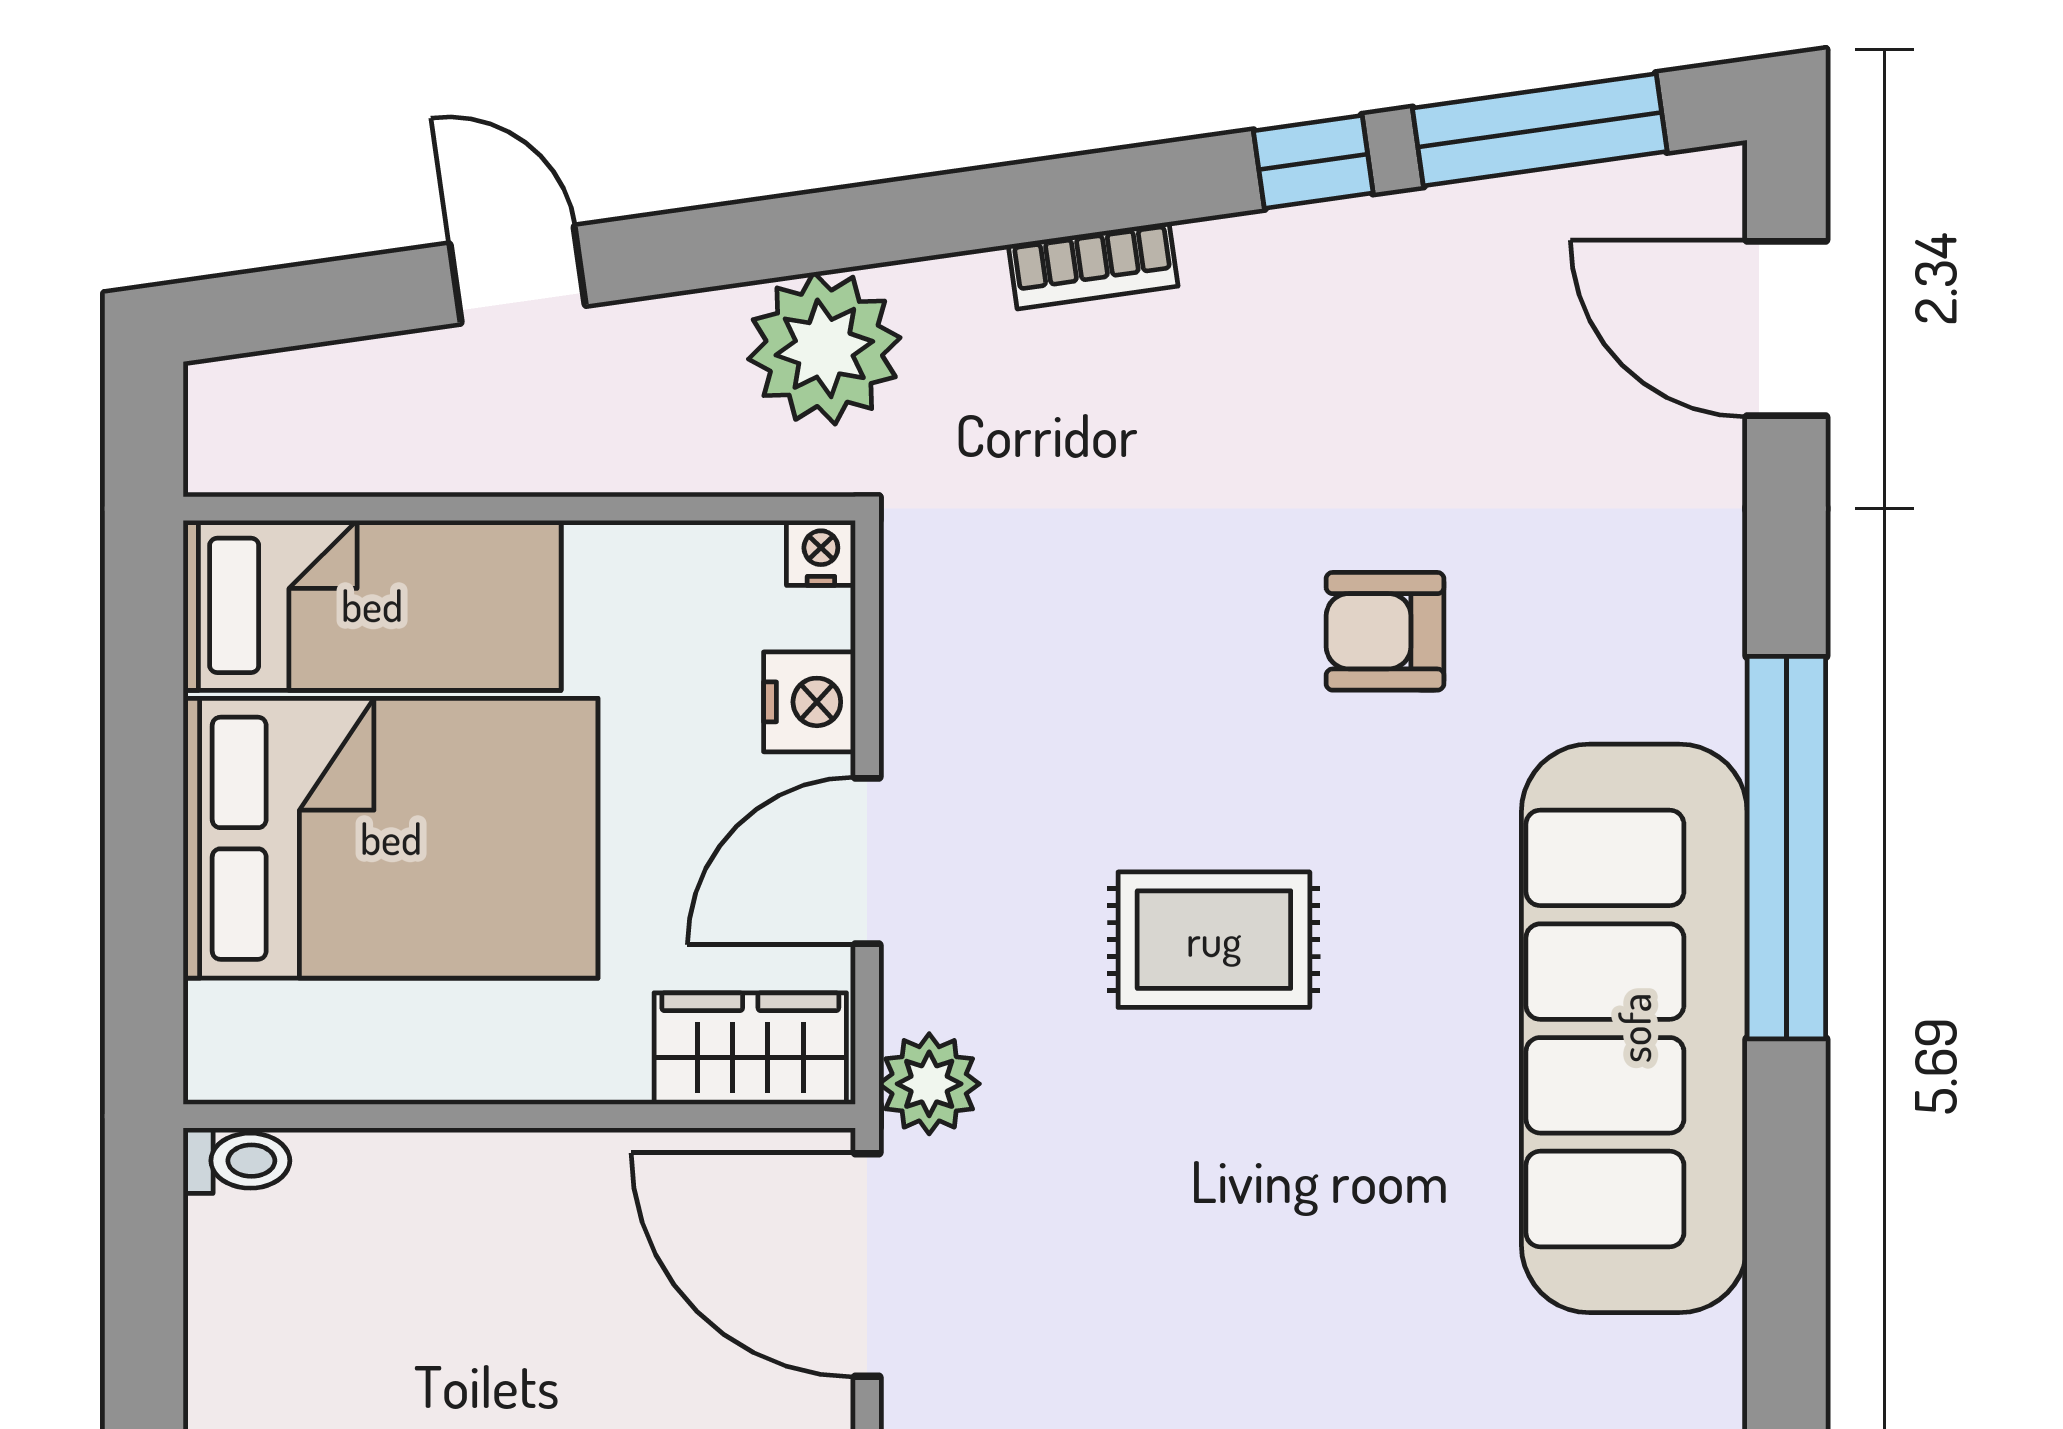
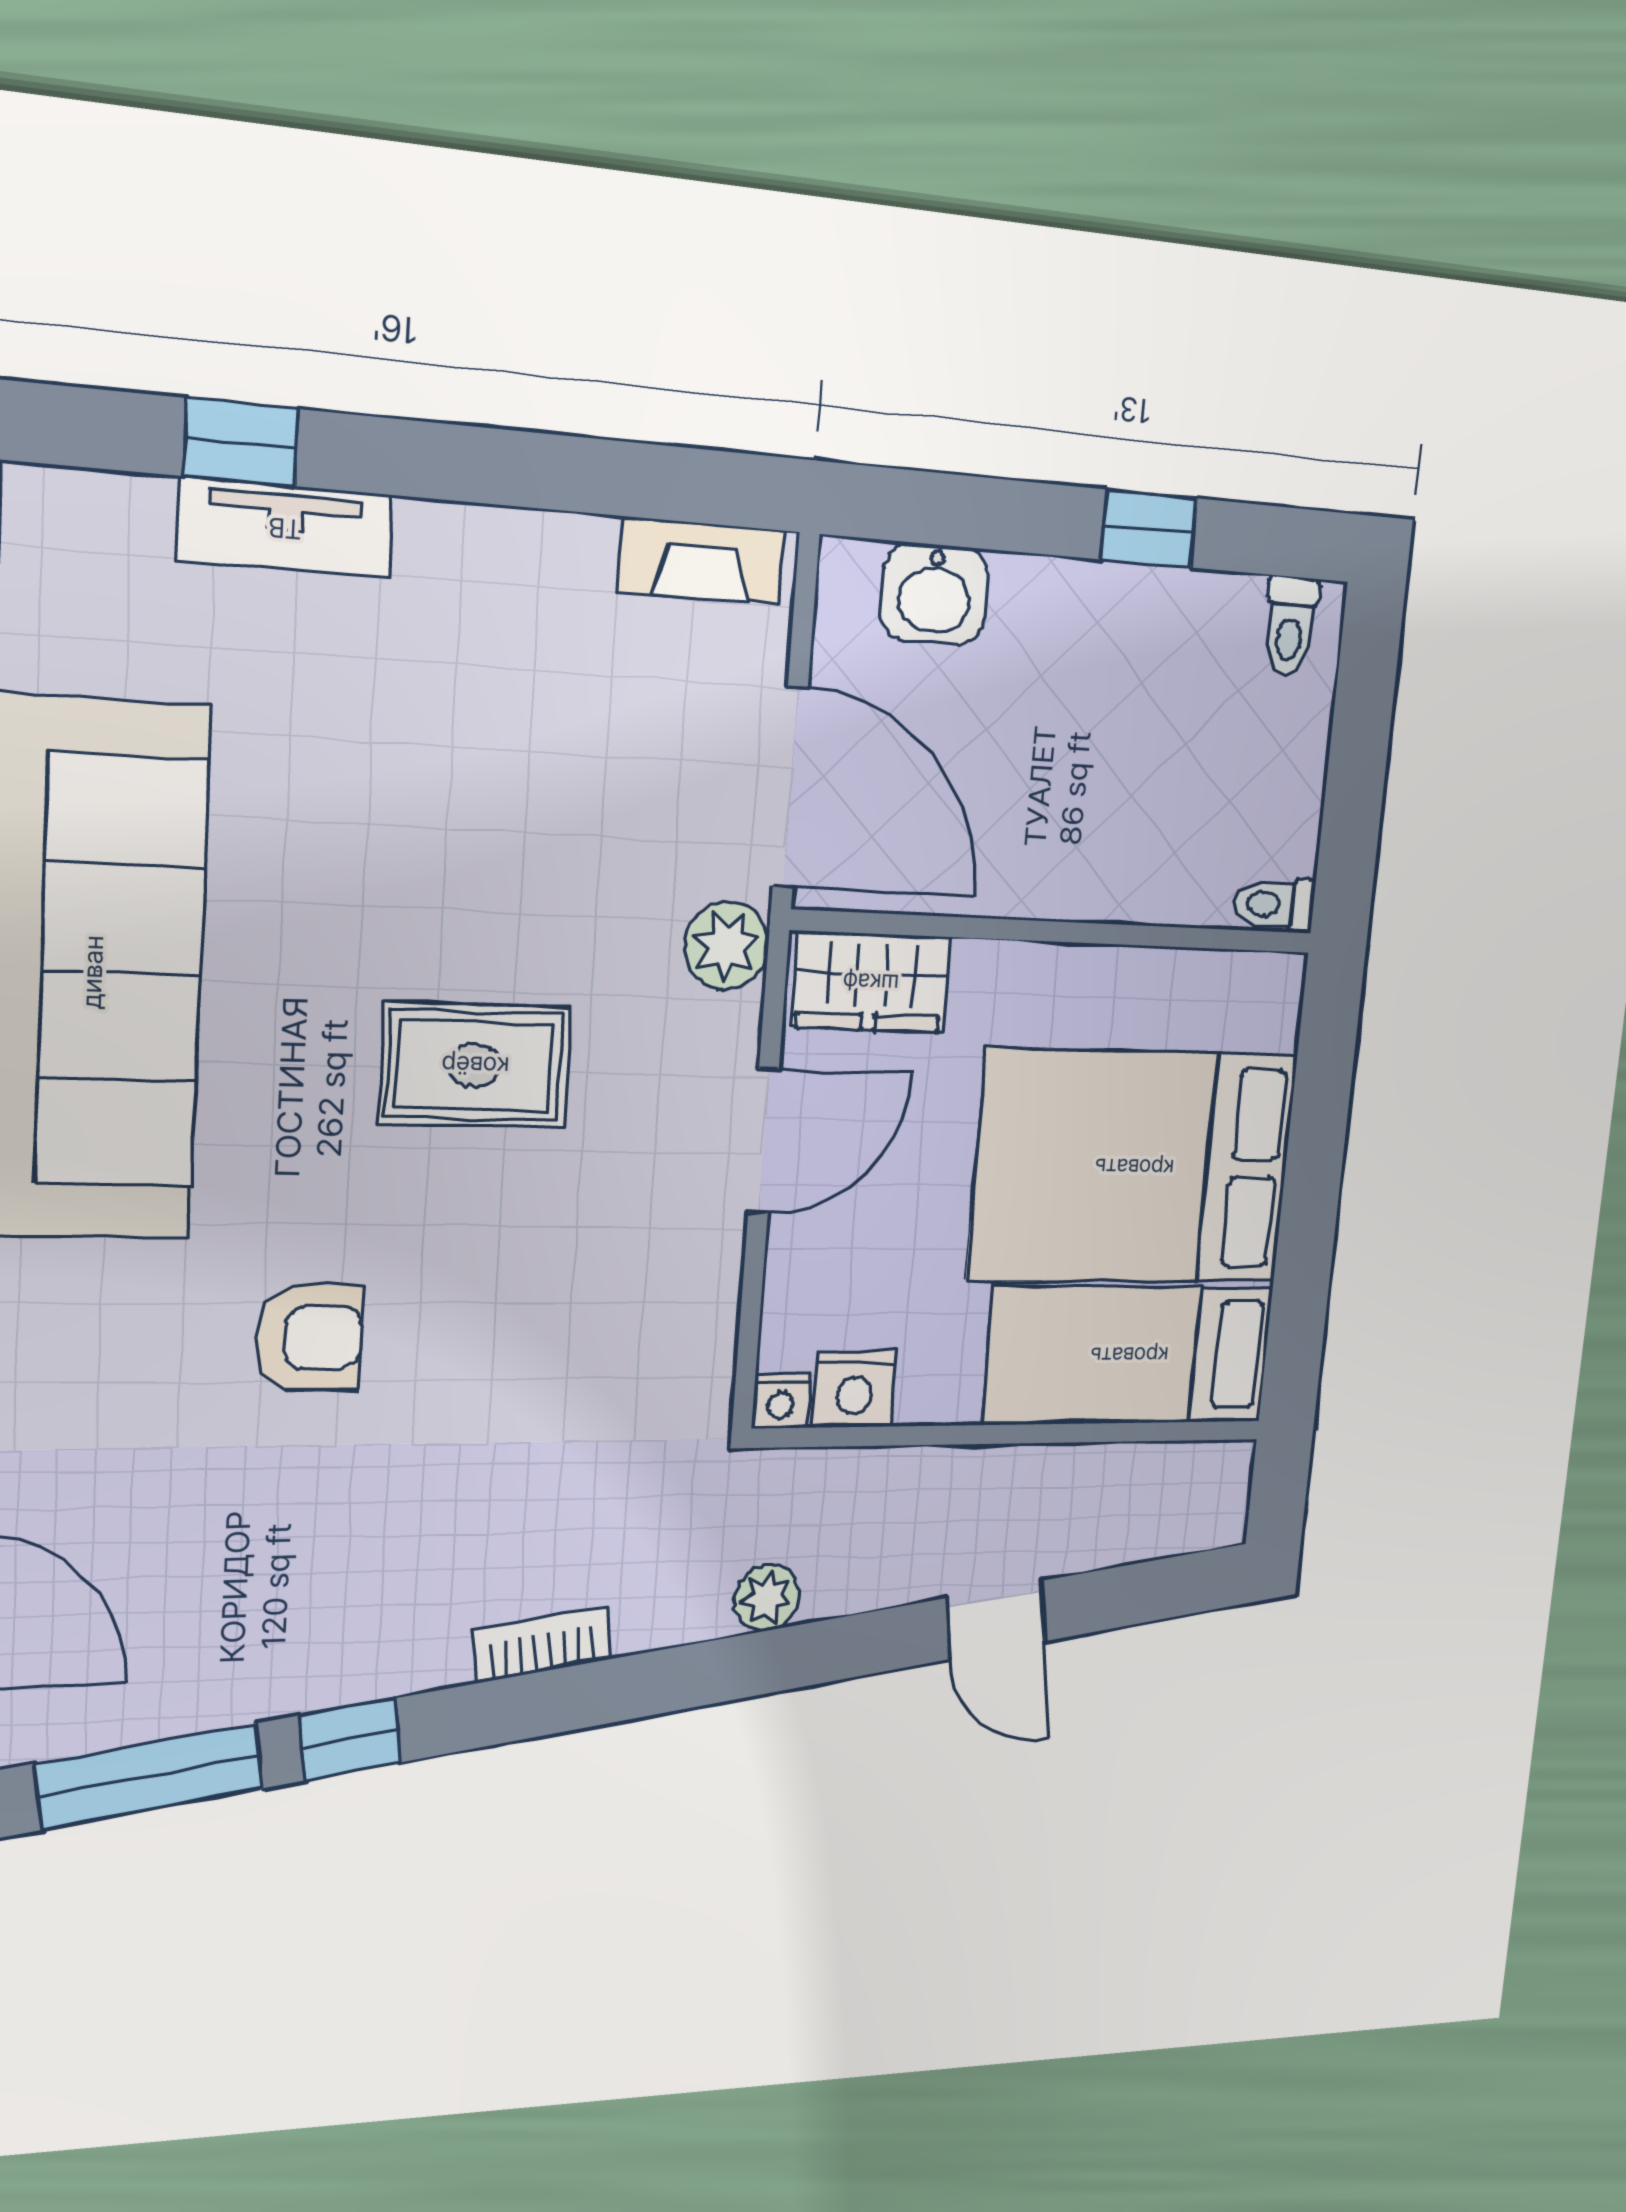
plant: (824, 348) -> (767, 1598), width x0.53, depth x0.53
nightstand: (809, 702) -> (855, 1389), moved, turned -90

